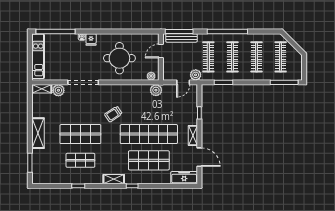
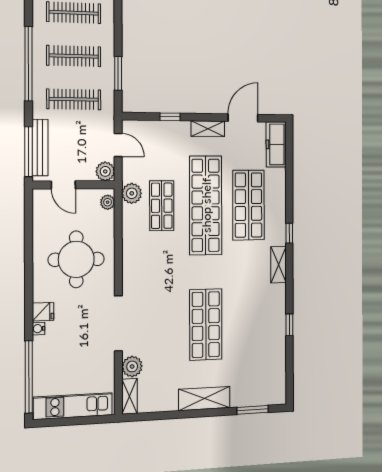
plant: (196, 75) -> (105, 171), moved
trolley: (113, 114) -> (172, 268), removed
shop shelf: (80, 160) -> (162, 206), moved

